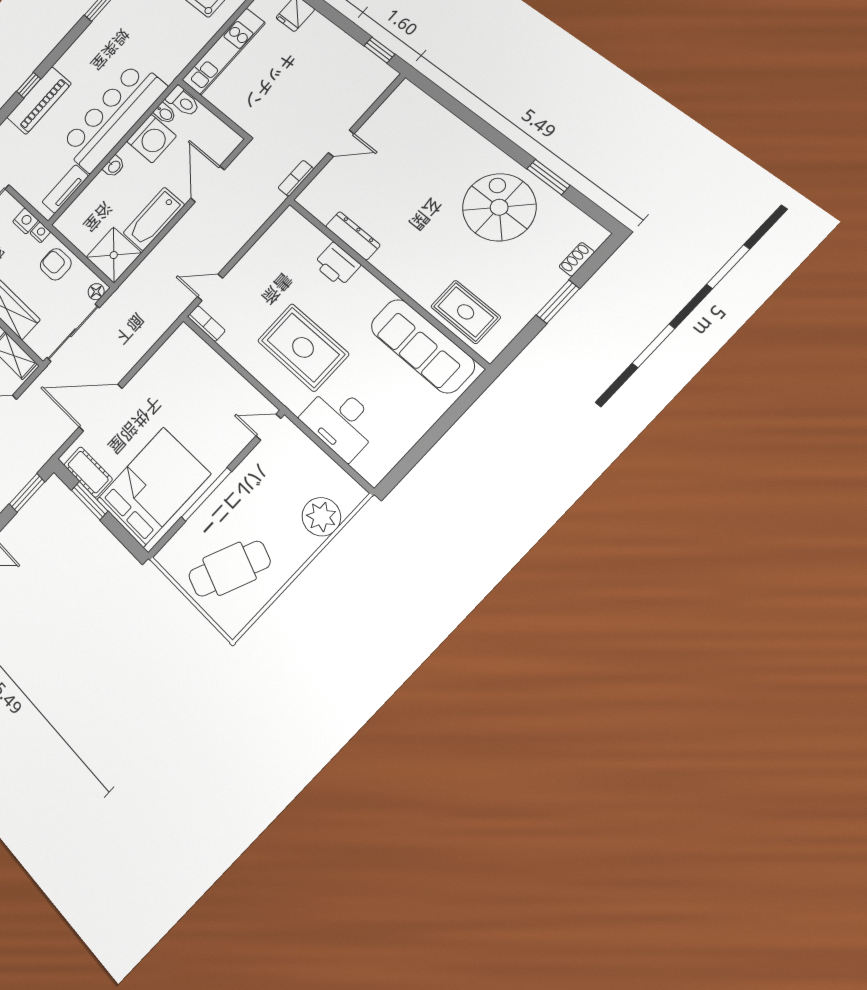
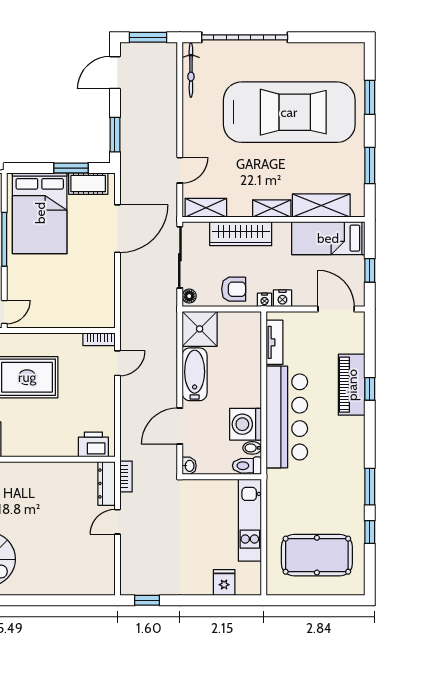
washbasin: (114, 166) -> (189, 466), moved, turned 180
door: (208, 184) -> (180, 426), swing flipped
dresser: (353, 236) -> (107, 483), moved, turned 90
printer: (337, 265) -> (93, 444), moved

